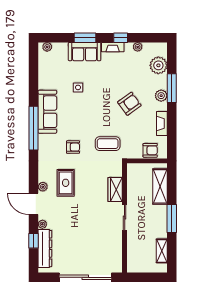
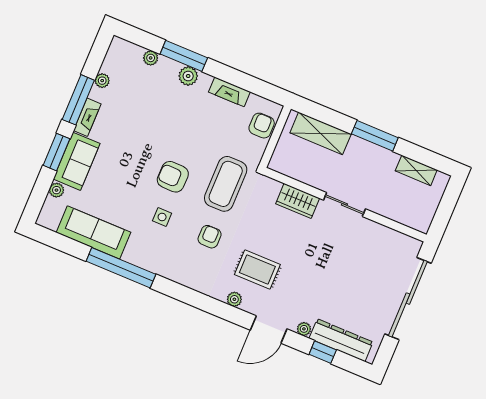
window: (121, 38) -> (78, 100), width x2.17
plant: (47, 47) -> (56, 190), moved
plant: (158, 65) -> (151, 58), width x0.53, depth x0.53
side table: (78, 87) -> (162, 217), moved
armchair: (129, 104) -> (173, 177), moved, turned -53
sofa: (47, 112) -> (93, 232), moved
window: (34, 128) -> (121, 268), moved
coffee table: (108, 144) -> (226, 184), width x1.36, depth x1.32
plant: (43, 187) -> (234, 299), moved

